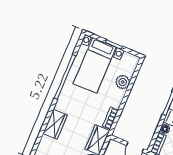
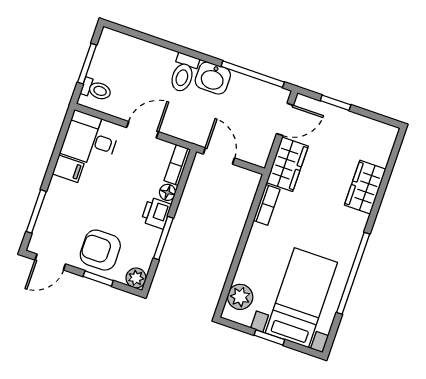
plant: (123, 82) -> (240, 297), moved

